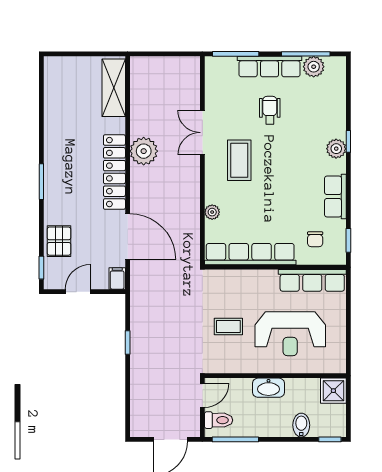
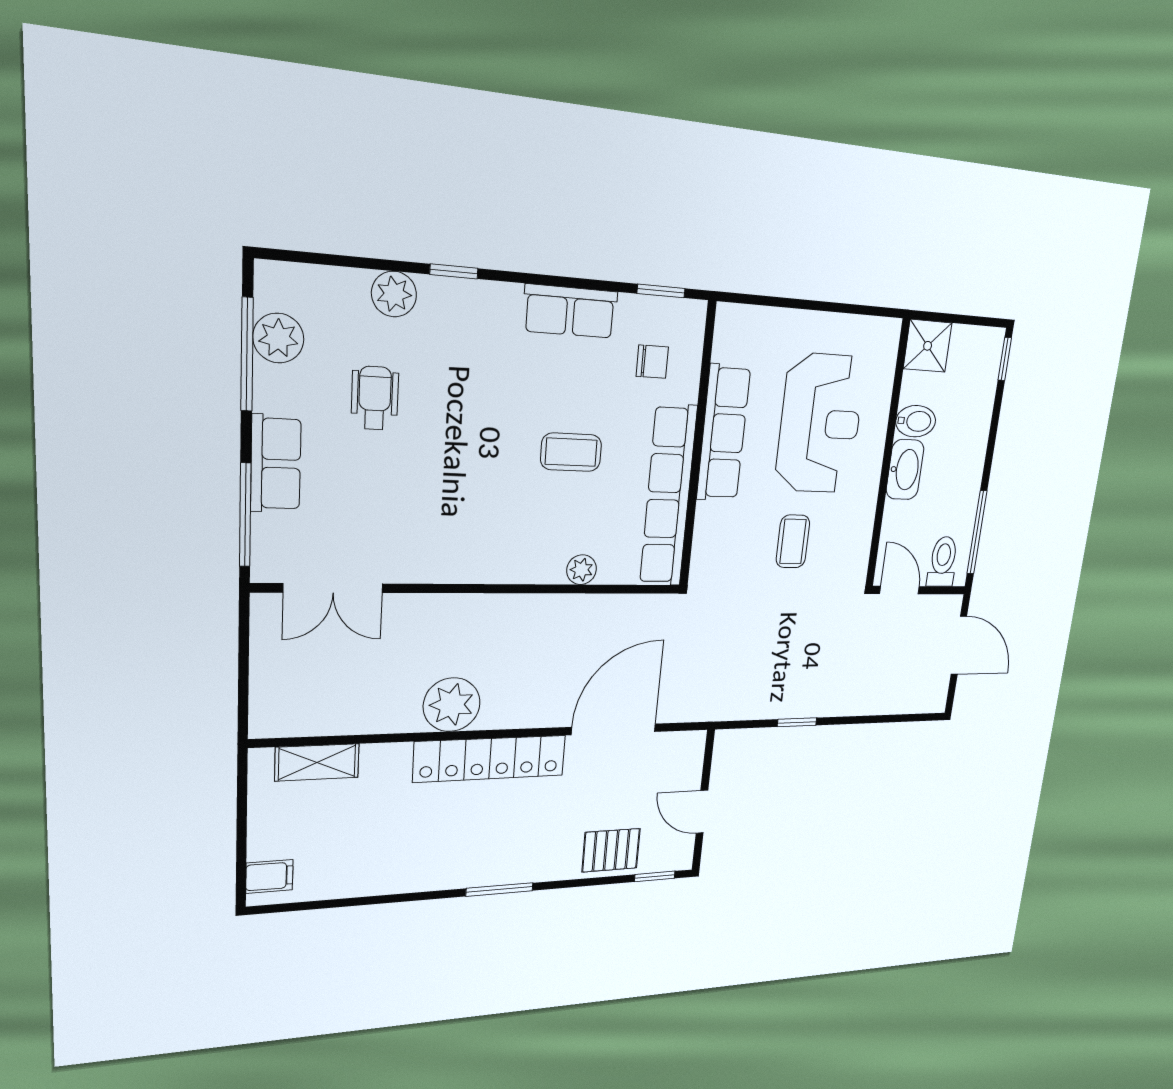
row of seats: (270, 67) -> (276, 464), width x0.68
shelving: (114, 88) -> (317, 762), width x0.67, depth x0.75
wheelchair: (270, 110) -> (375, 398), moved, turned 90
double door: (202, 133) -> (333, 588), moved
plant: (336, 149) -> (394, 294), moved
coffee table: (239, 160) -> (571, 452), moved, width x0.73, depth x0.77
filing cabinet: (117, 279) -> (269, 876), moved, turned 180
row of seats: (312, 280) -> (723, 433), moved
bidet: (301, 425) -> (916, 421), moved, turned 180

